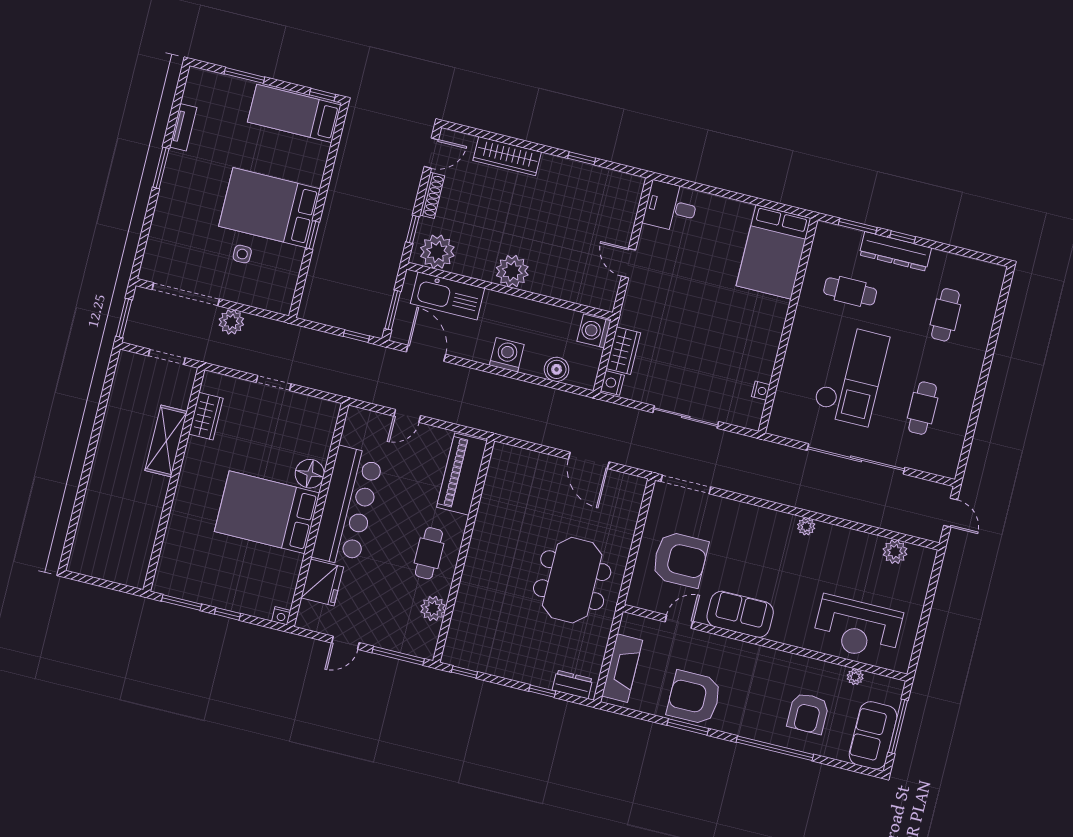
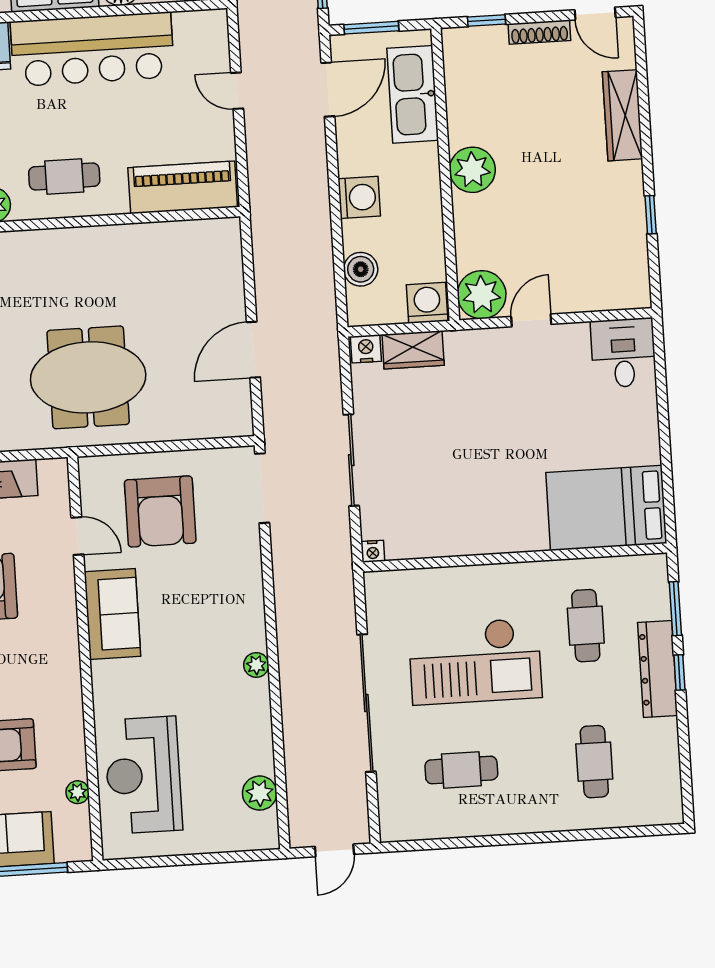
plant: (437, 252) -> (482, 295), moved
cafe table: (945, 315) -> (594, 762), turned 90
nightstand: (761, 391) -> (373, 551), moved

